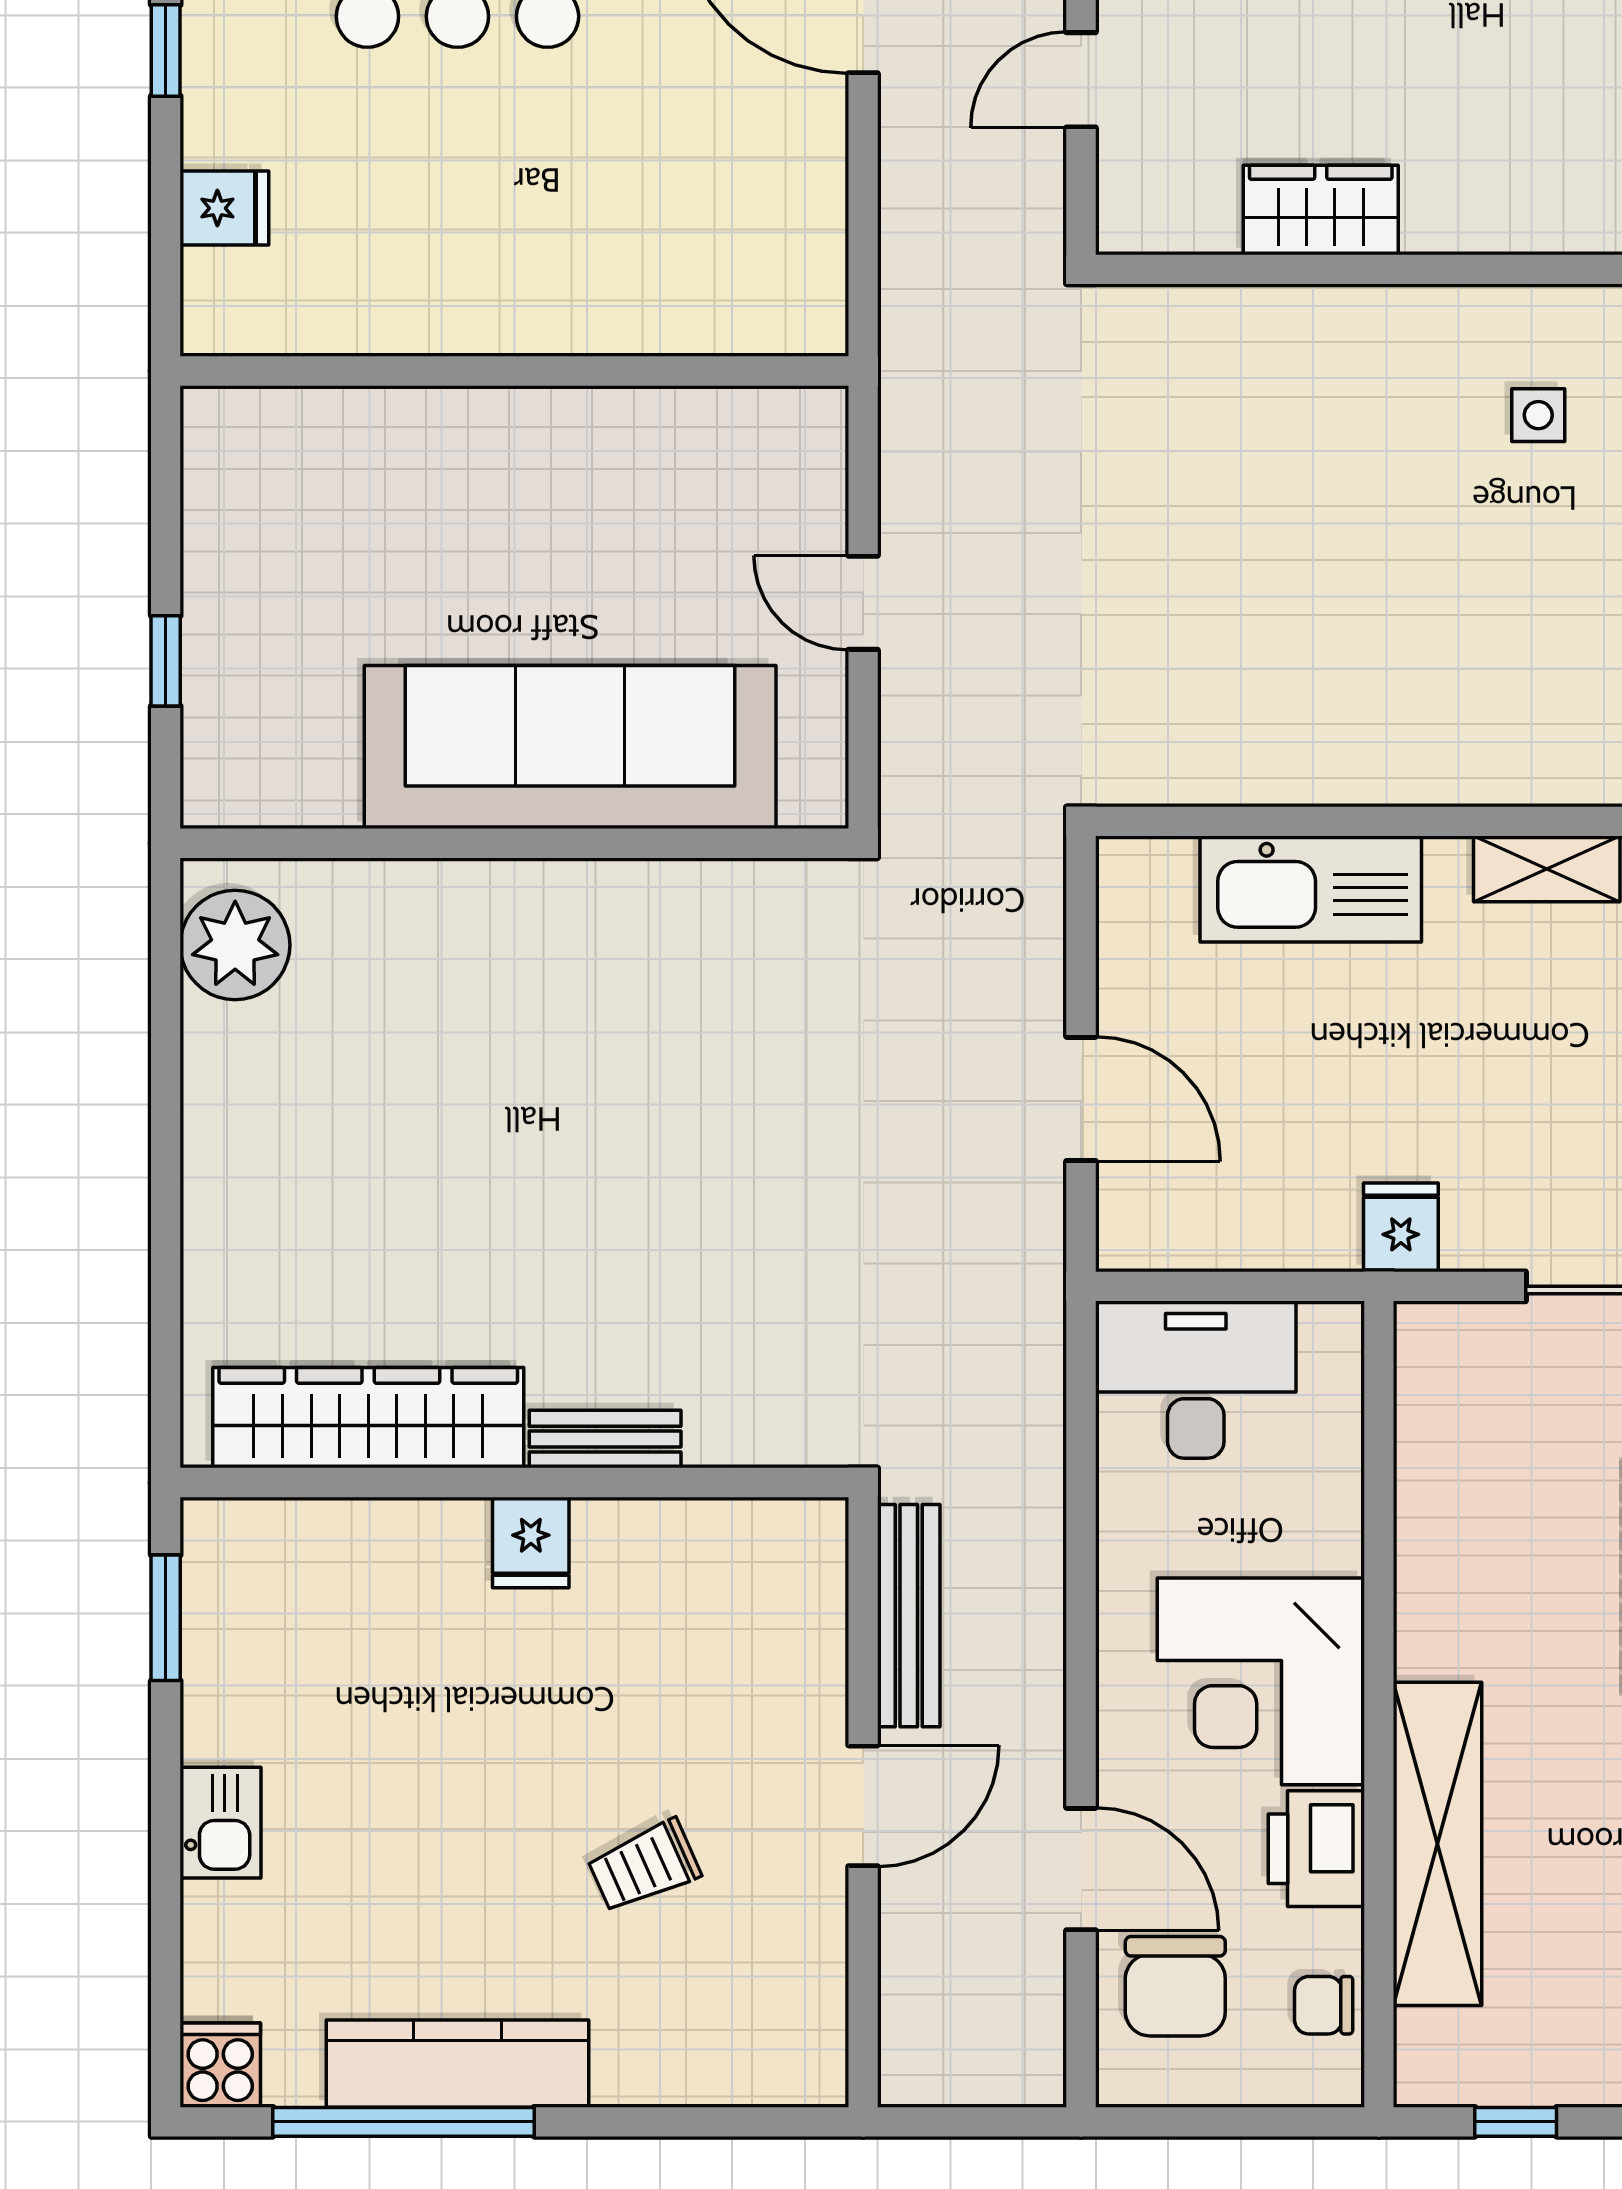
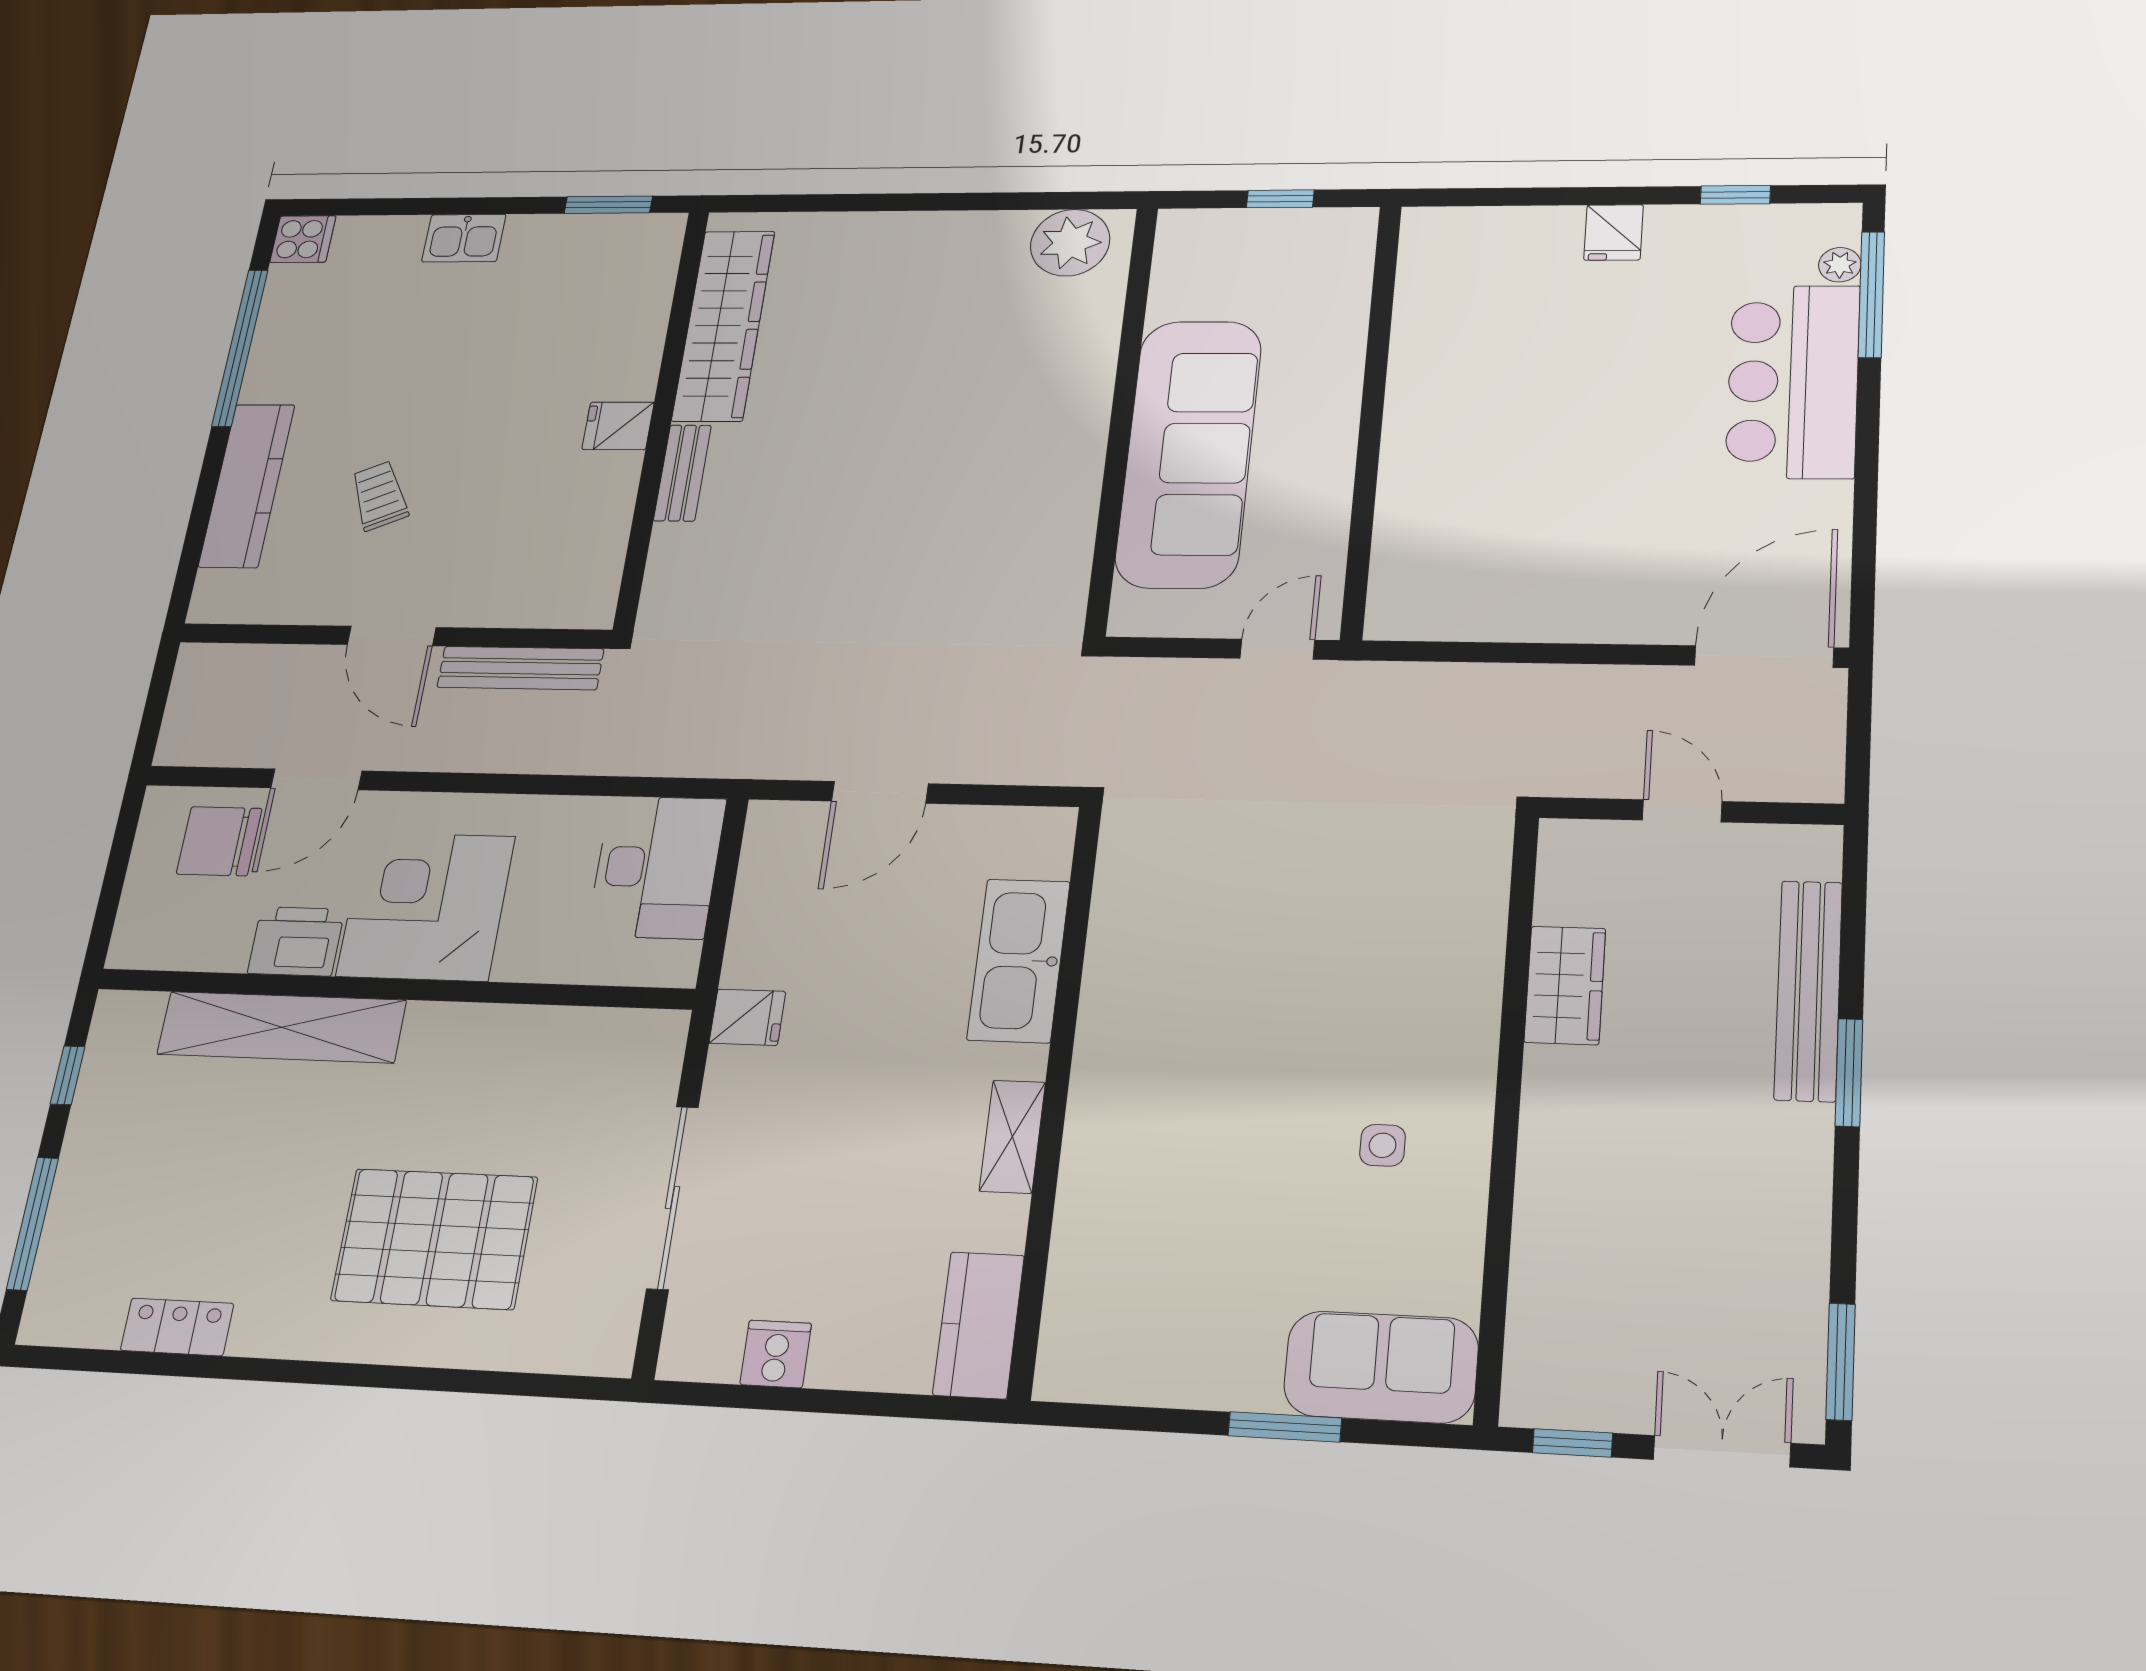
wall: (514, 371) -> (1371, 418), moved
chair: (1324, 2005) -> (183, 943), removed
kitchen counter: (457, 2064) -> (247, 485), moved

